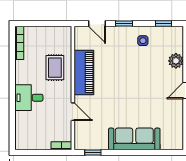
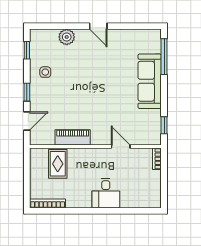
rug: (55, 68) -> (58, 164), moved, turned 90
piano: (84, 72) -> (73, 137), width x0.73, depth x0.75
door: (73, 112) -> (121, 146), hinge flipped
window: (157, 152) -> (164, 57), added

